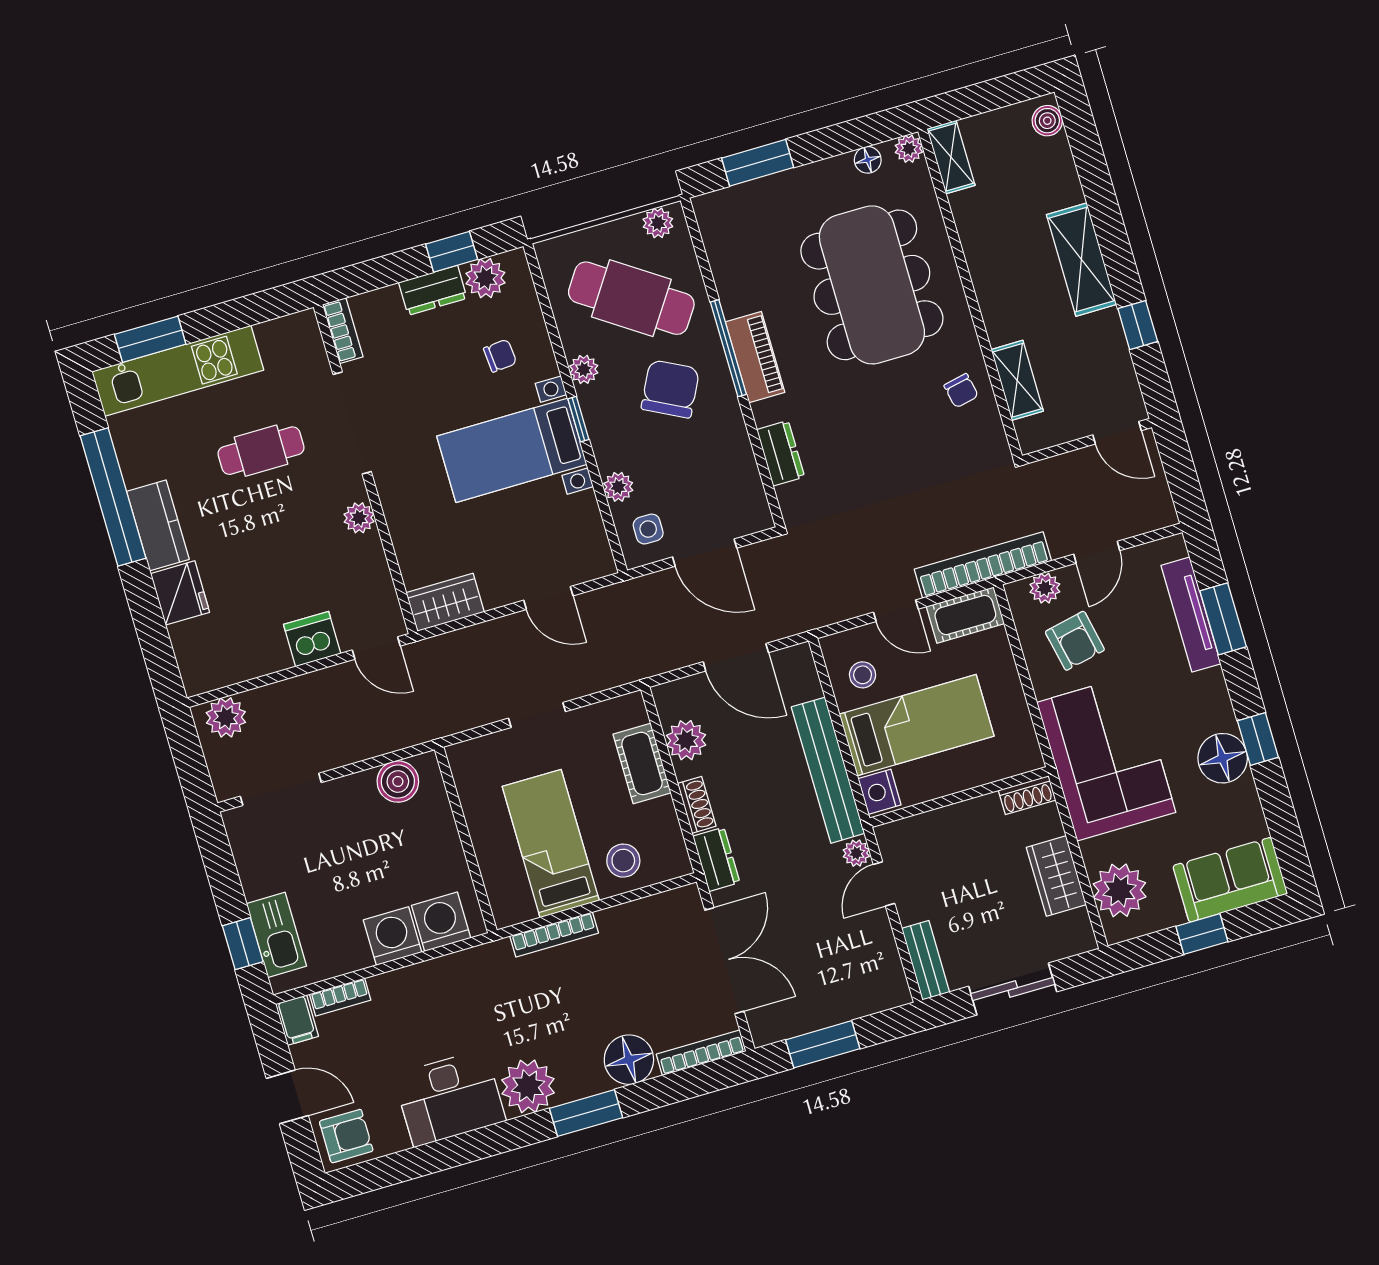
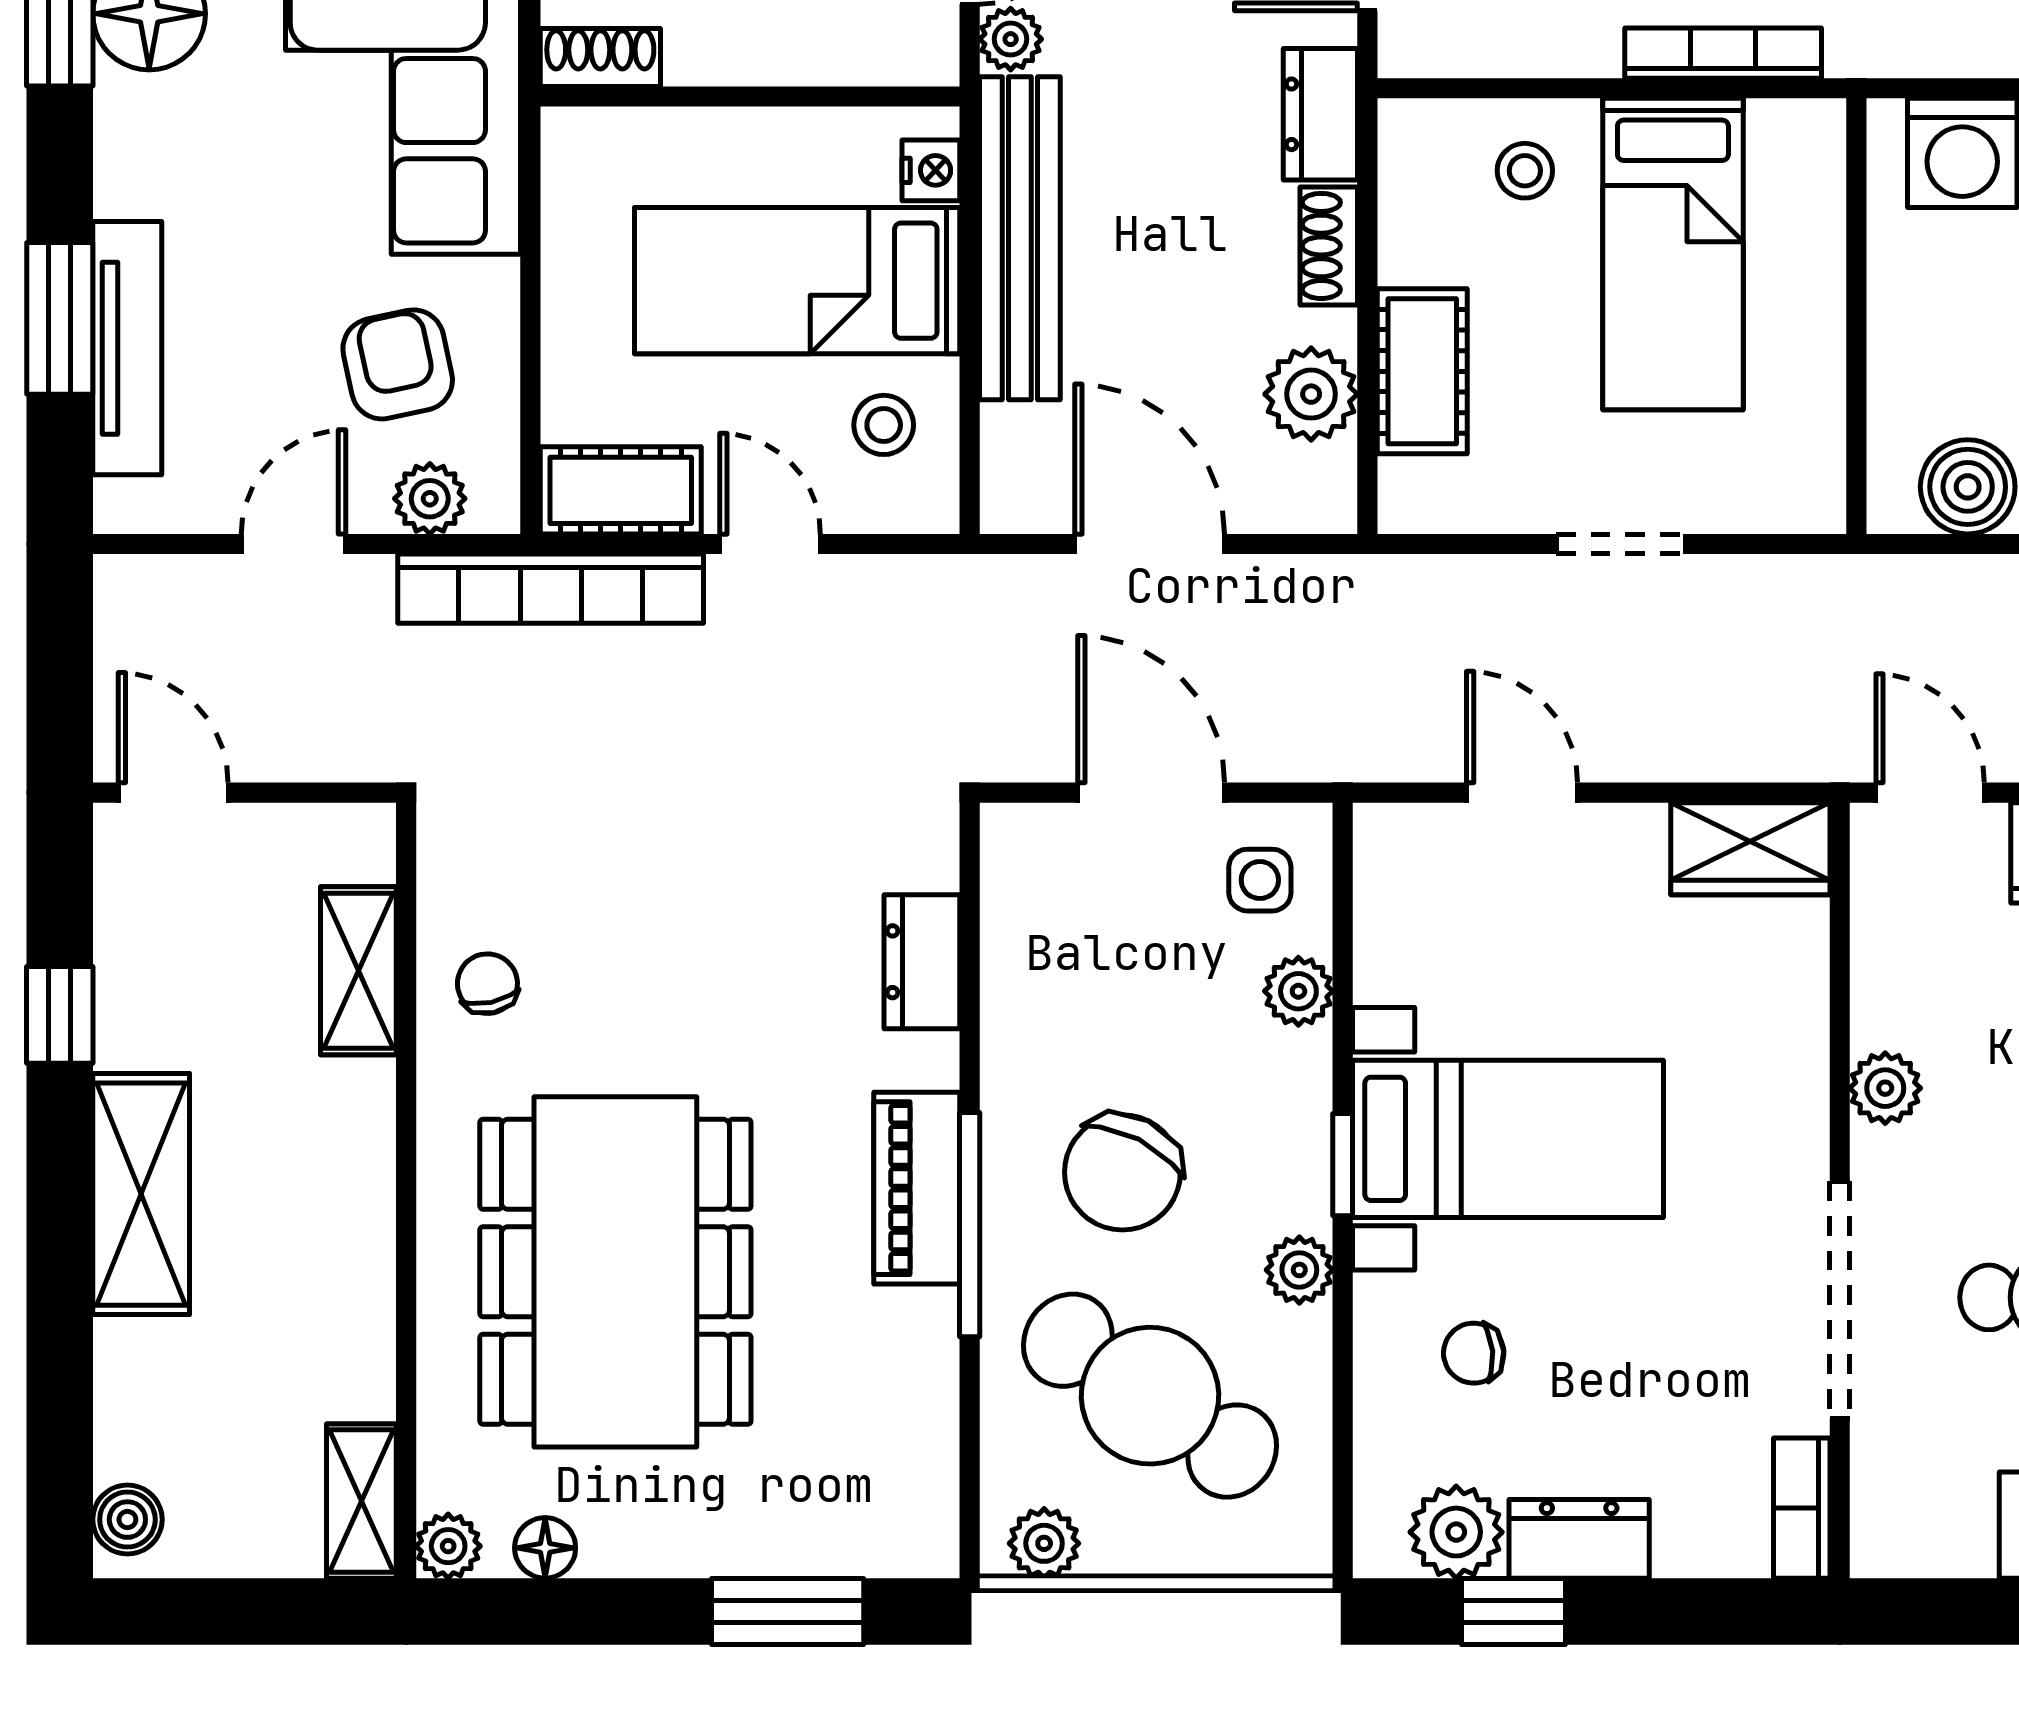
nightstand: (880, 792) -> (931, 170), width x0.72, depth x0.74
stool: (623, 861) -> (1525, 171), width x0.73, depth x0.73

